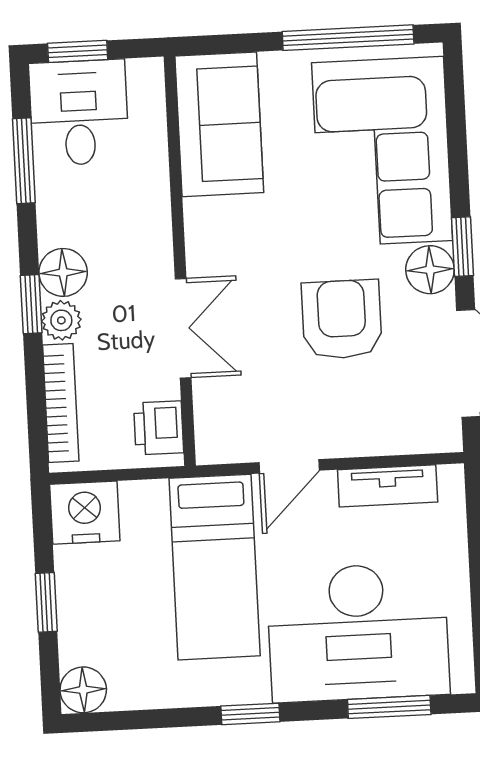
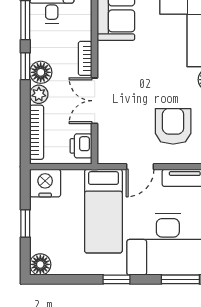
bookcase: (158, 237) -> (85, 58), added
window: (31, 304) -> (25, 66), moved
armchair: (342, 319) -> (173, 126), moved
double door: (183, 328) -> (95, 101), swing flipped

